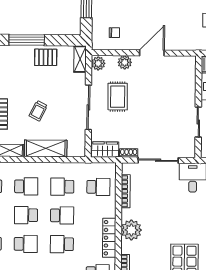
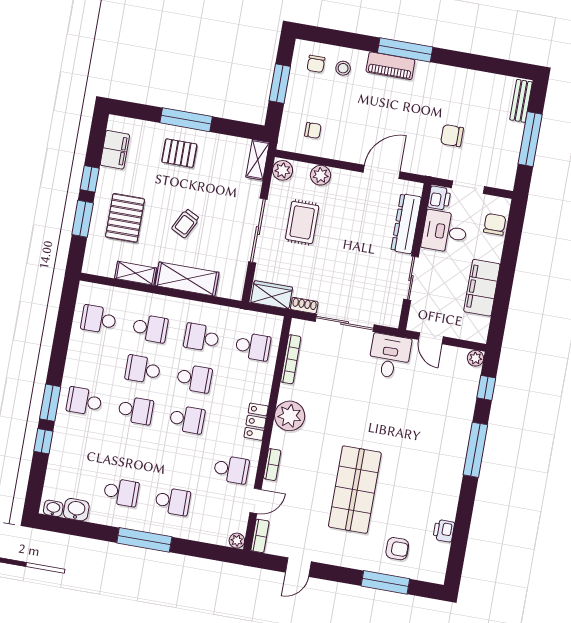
door: (152, 53) -> (382, 172), moved
pallet: (46, 57) -> (179, 153), moved
dresser: (189, 86) -> (406, 224), added
locker: (109, 238) -> (256, 422), width x0.66
school desk: (62, 244) -> (187, 419), turned 180

